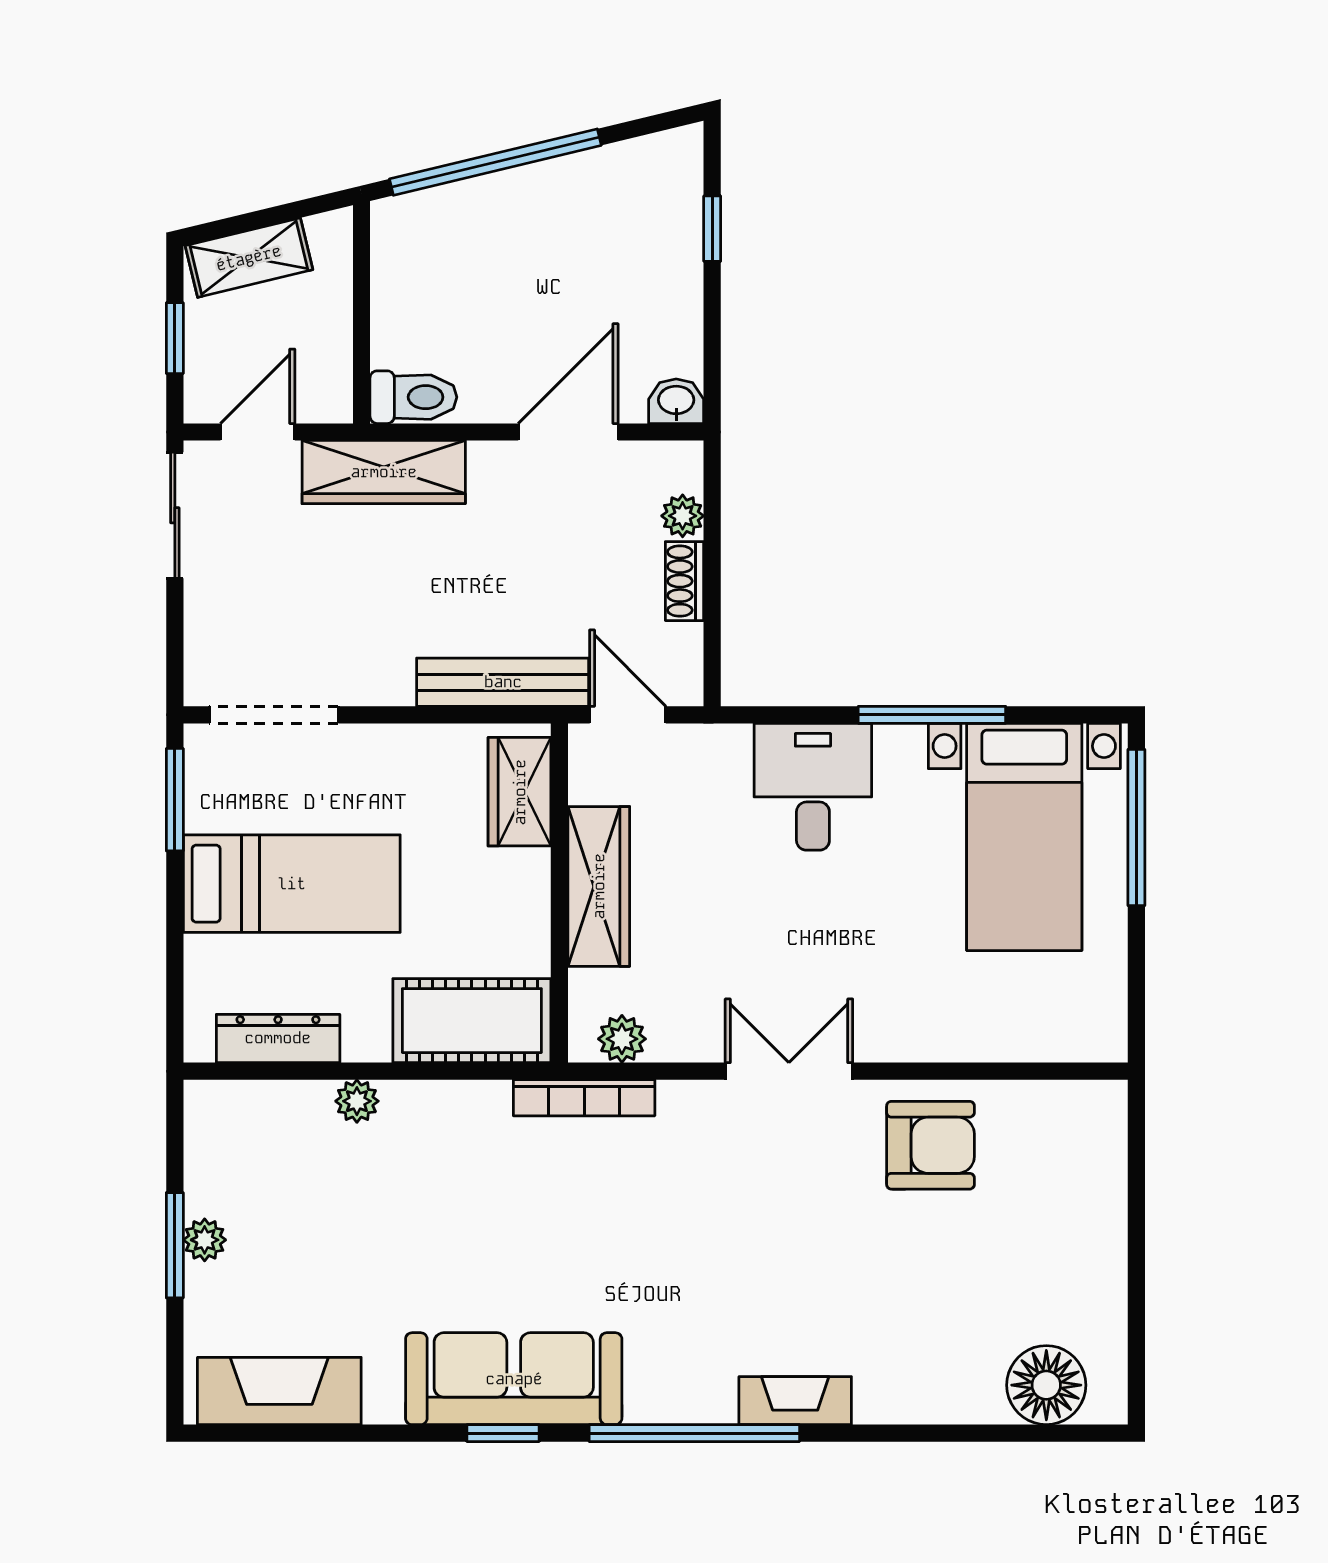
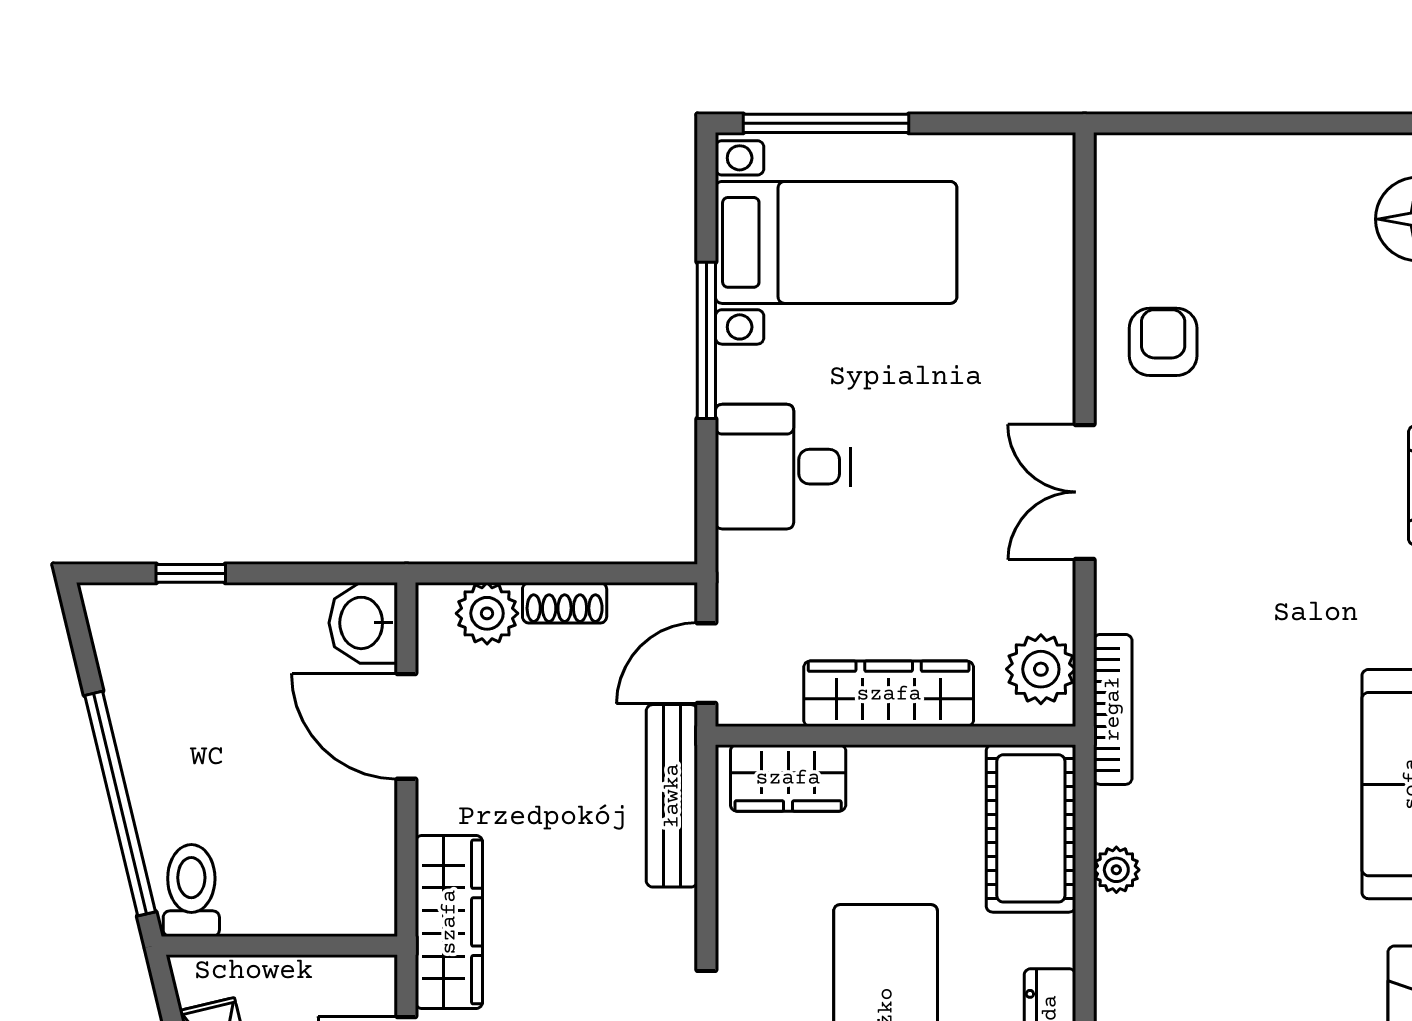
toilet: (413, 397) -> (191, 890), moved
washbasin: (676, 401) -> (363, 623), width x1.38, depth x1.45
plant: (683, 516) -> (487, 613), width x1.38, depth x1.38
plant: (622, 1039) -> (1041, 669), width x1.38, depth x1.38
plant: (357, 1101) -> (1116, 870), moved
armchair: (930, 1145) -> (1163, 342), width x0.72, depth x0.72

